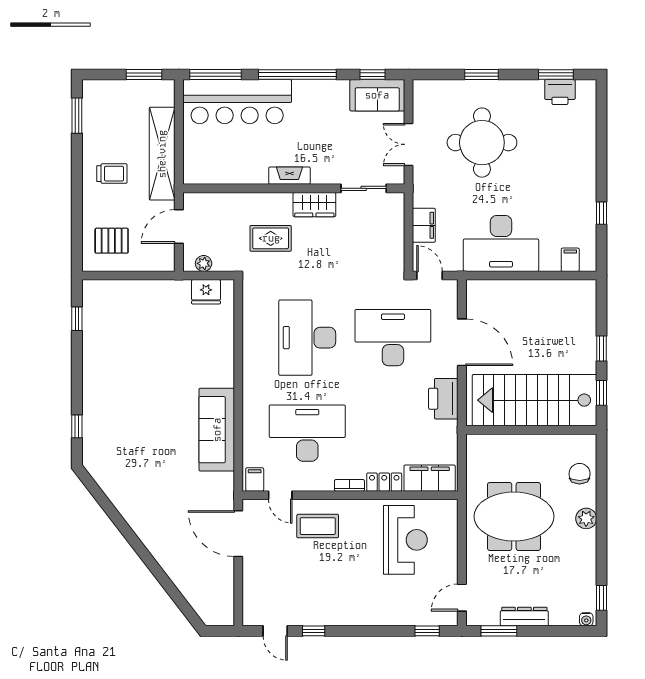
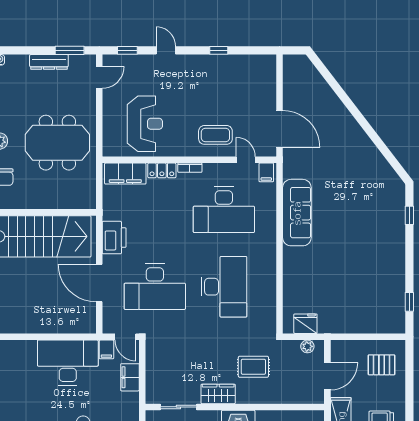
filing cabinet: (570, 260) -> (106, 349), moved
reception desk: (405, 540) -> (145, 124), turned 180
door: (275, 631) -> (166, 50), moved

